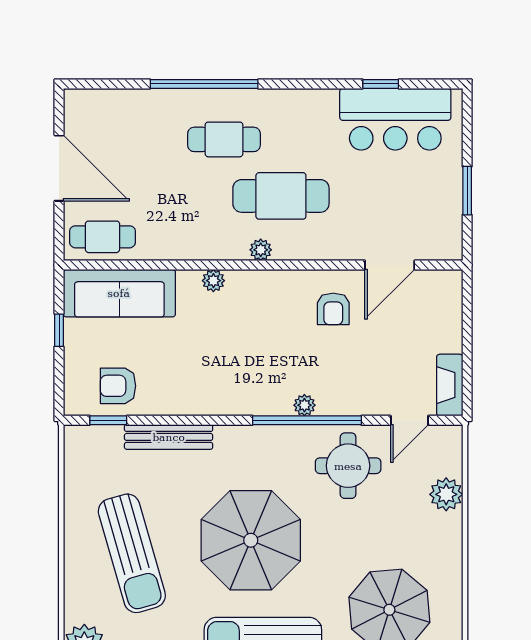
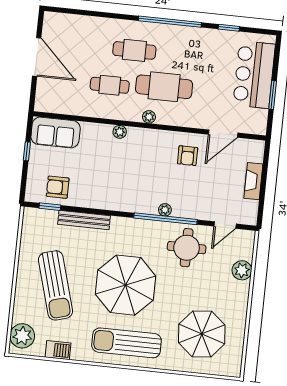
window: (204, 84) -> (170, 22), moved
bar counter: (395, 119) -> (254, 75), moved, turned 90
cafe table: (102, 237) -> (110, 85), moved
sofa: (119, 293) -> (56, 133), width x0.73
fireplace: (450, 385) -> (253, 181), moved

